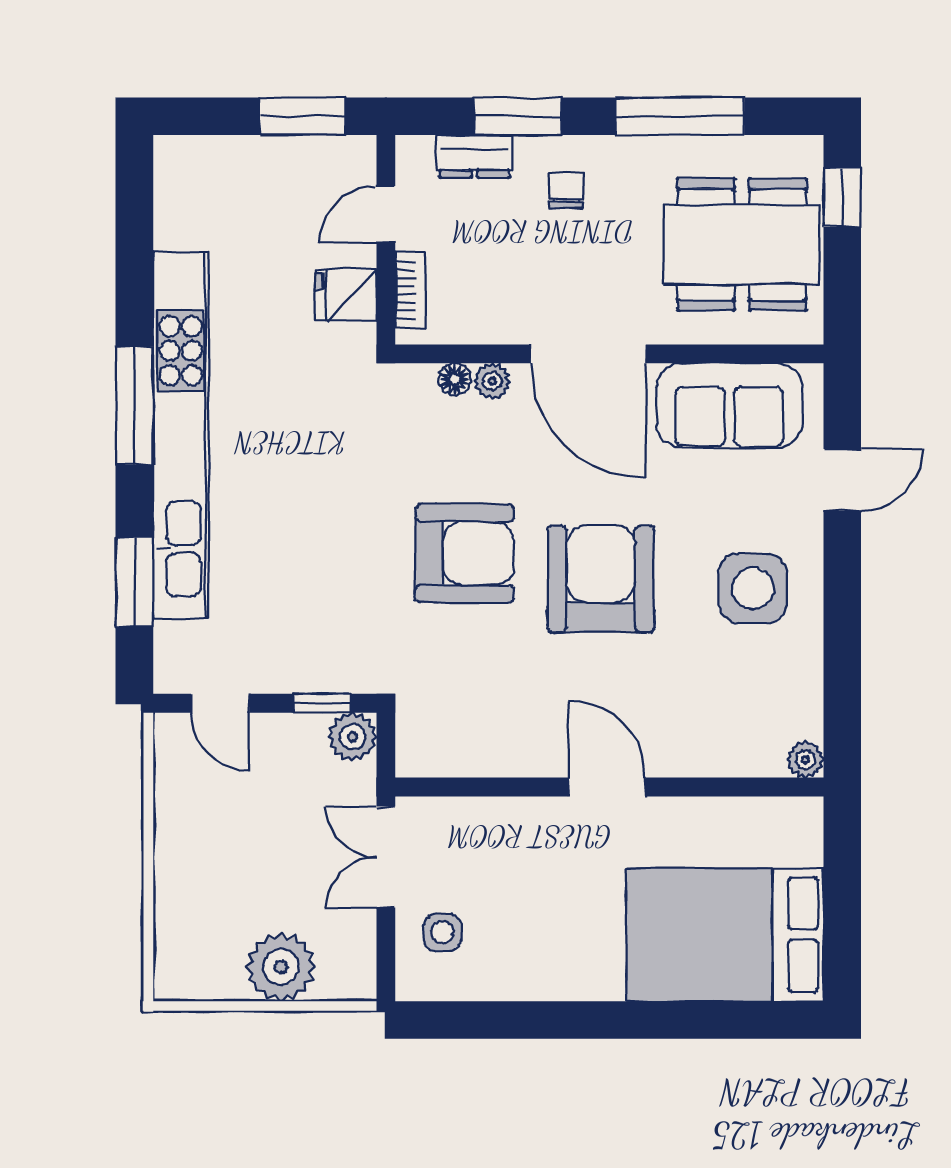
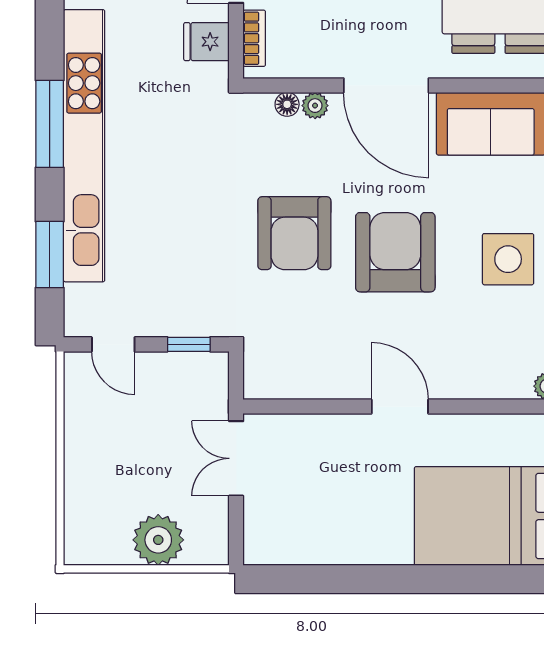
armchair: (465, 553) -> (294, 233), turned 90
plant: (352, 737) -> (211, 369), removed
side table: (443, 932) -> (278, 514), removed

